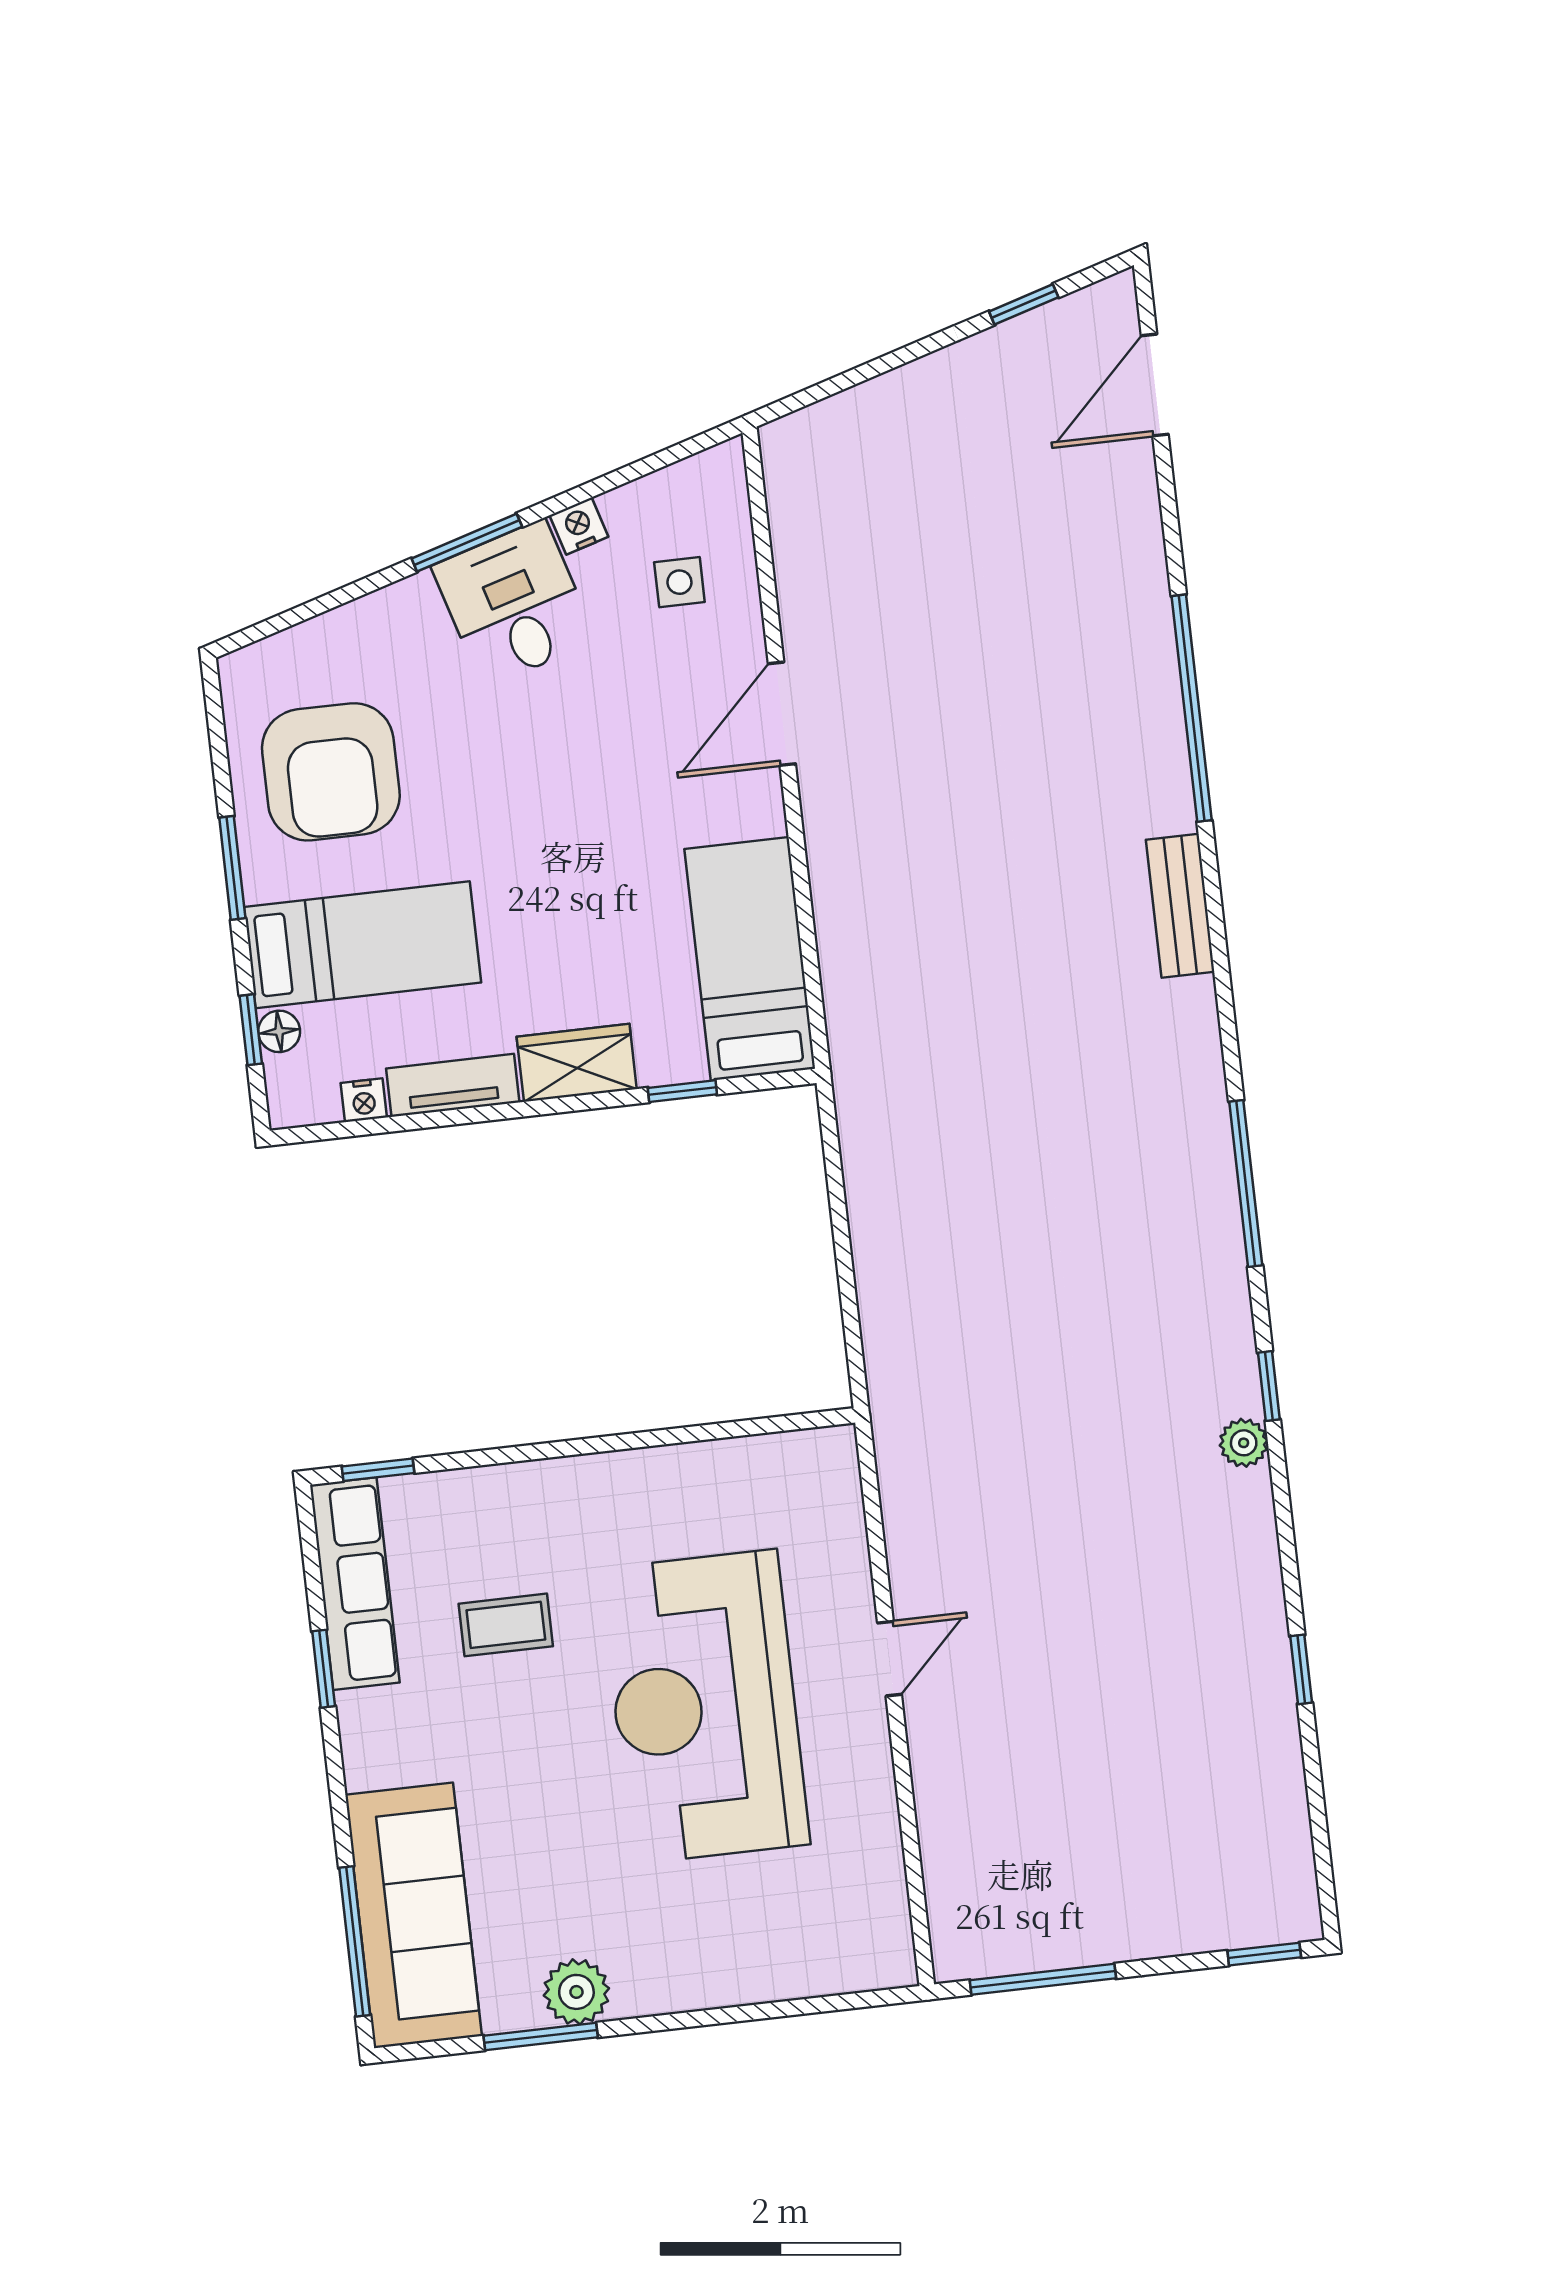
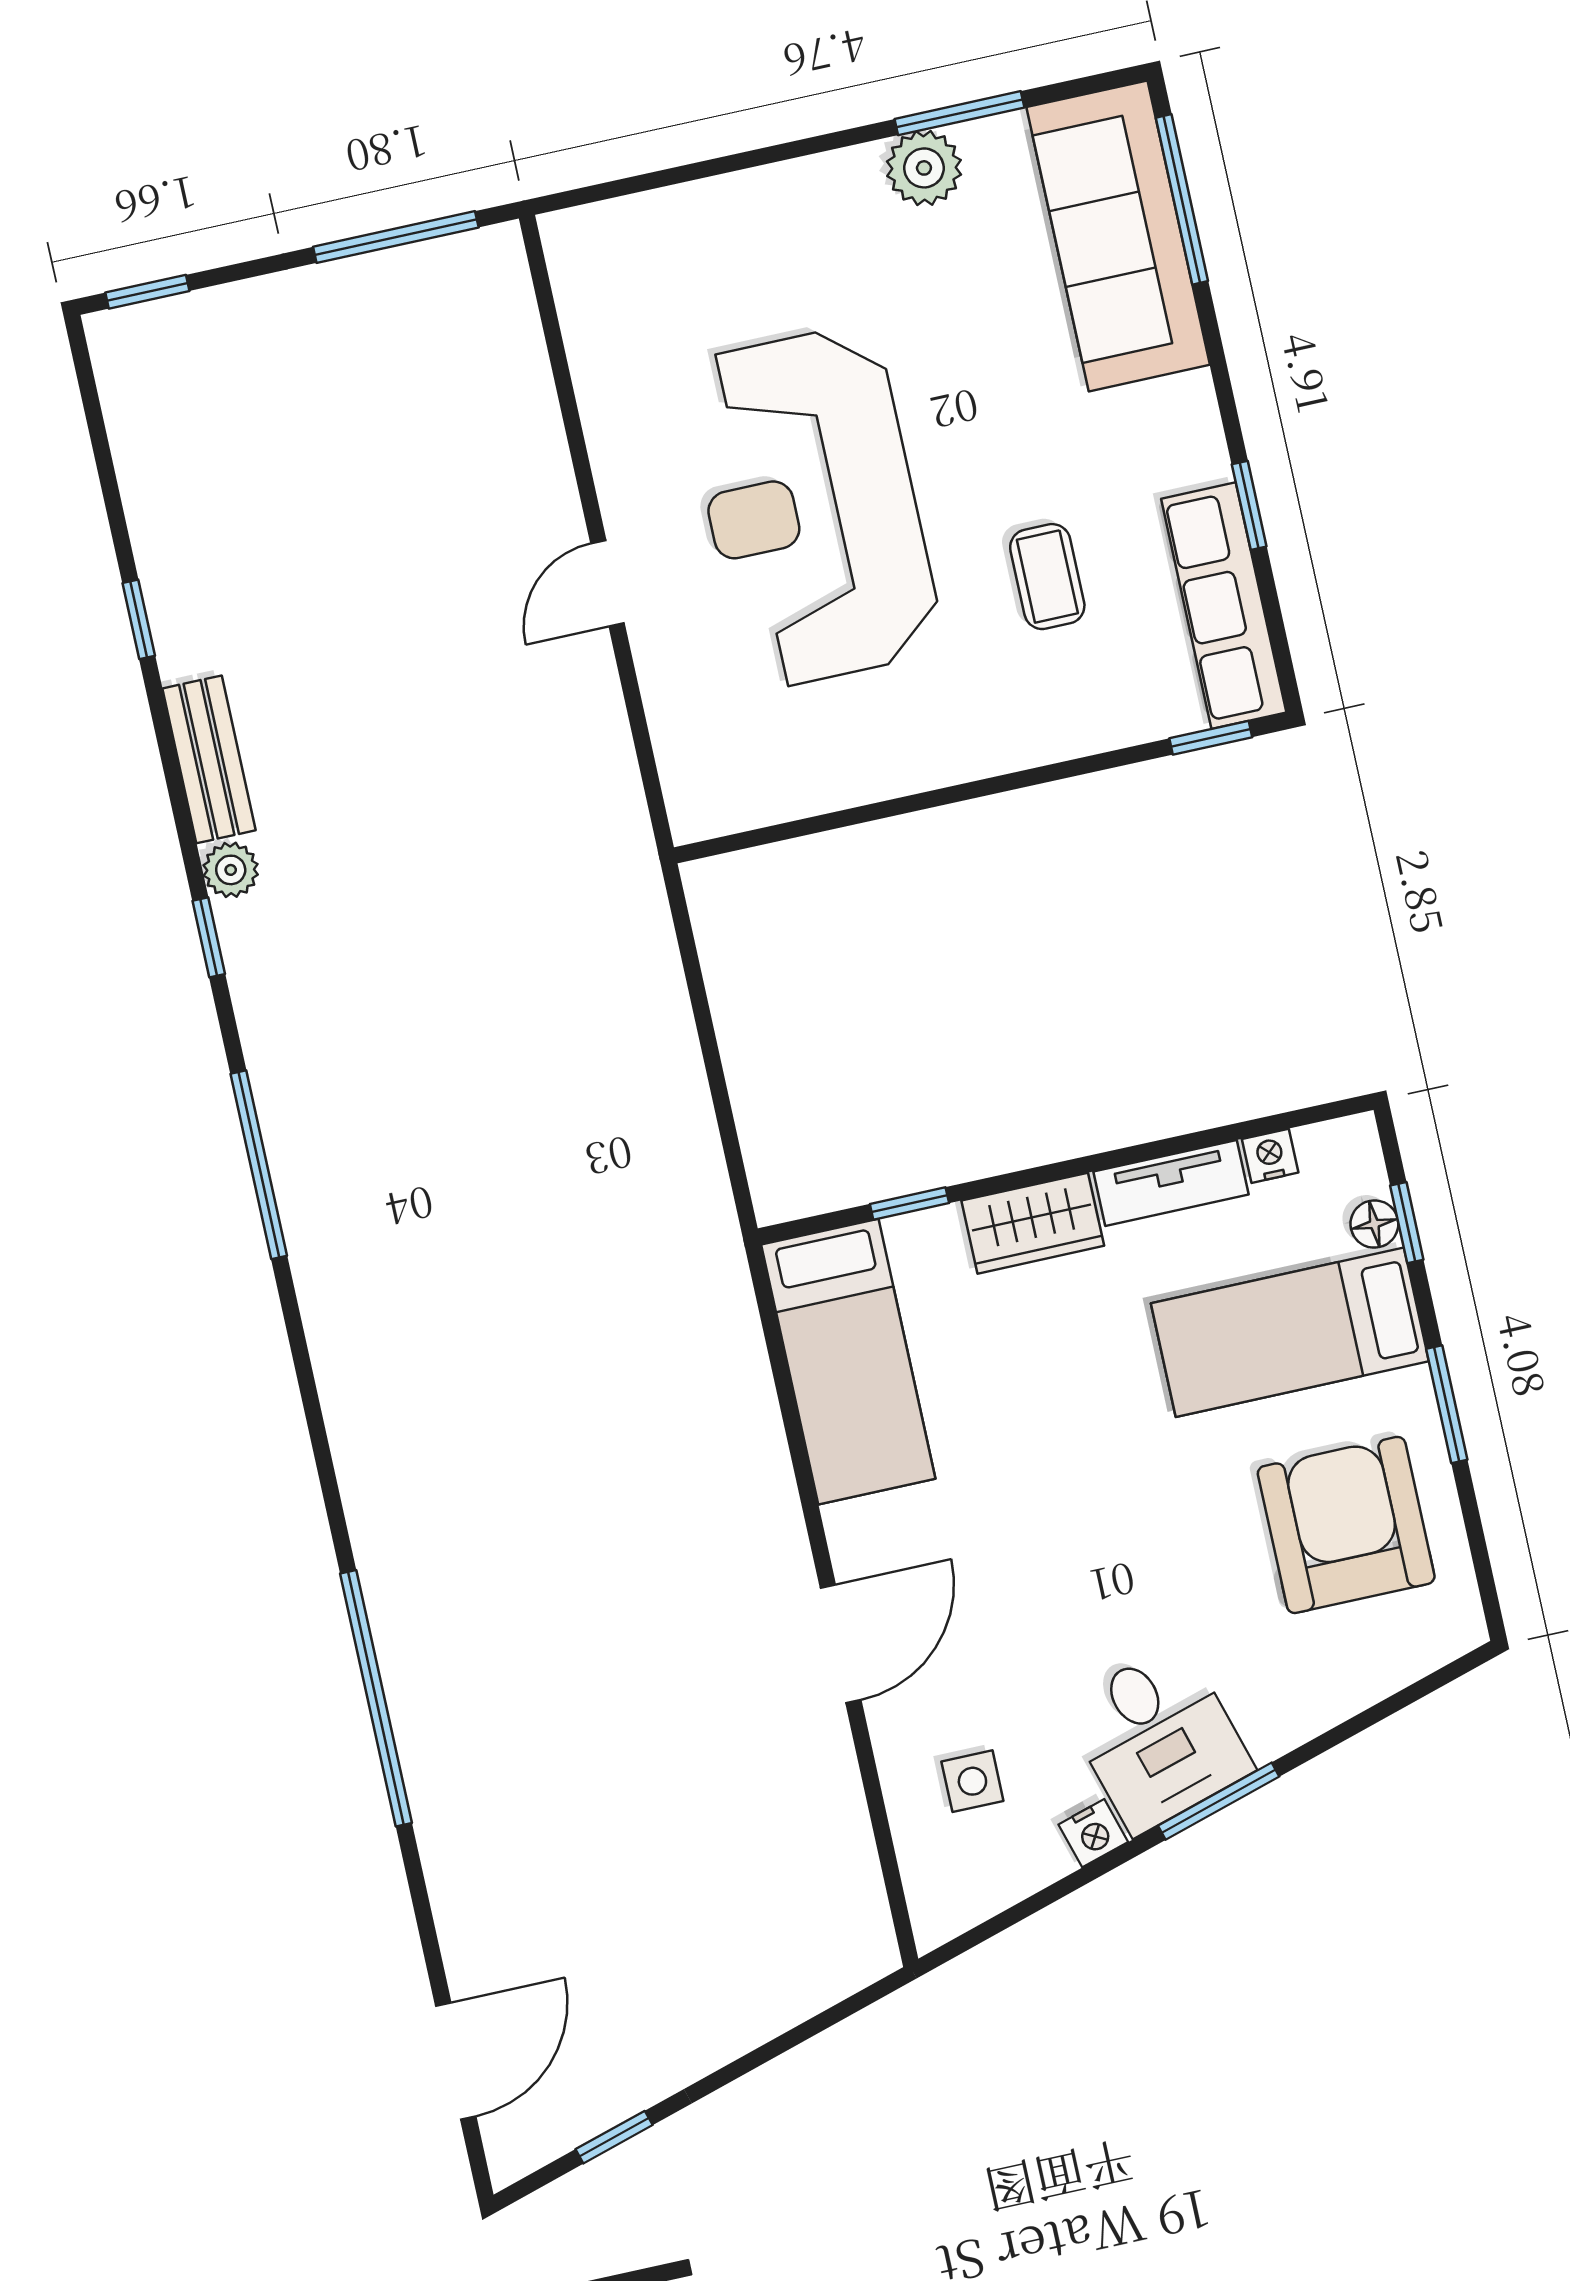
bench: (1180, 906) -> (209, 759), moved
coffee table: (506, 1625) -> (1047, 577), turned 90
reception desk: (705, 1707) -> (812, 507), turned 180

